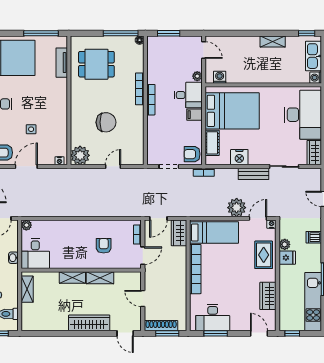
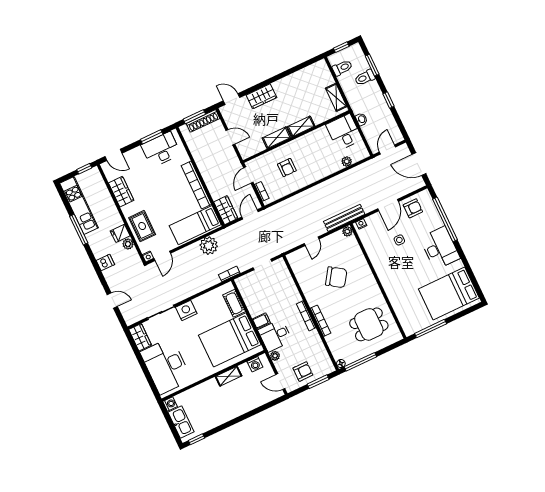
shelving: (273, 42) -> (229, 376), moved
tv unit: (62, 63) -> (400, 311), removed
chair: (106, 122) -> (336, 277), turned -146
armchair: (192, 154) -> (303, 372), moved
plant: (80, 155) -> (347, 231), width x0.53, depth x0.53
nightstand: (239, 157) -> (186, 310), moved
bench: (253, 174) -> (344, 218), moved, width x1.36
plant: (237, 208) -> (209, 246), moved
plant: (26, 225) -> (347, 161), moved
wardrobe: (89, 323) -> (261, 96), width x0.67

